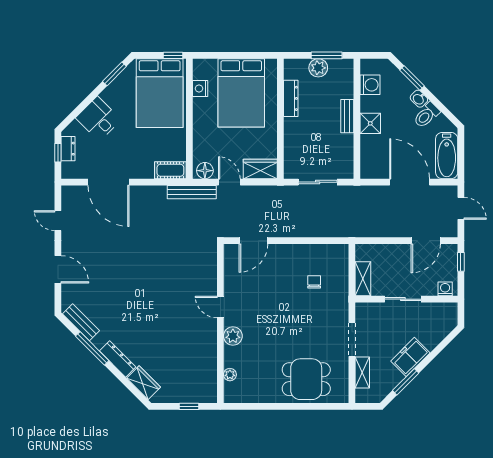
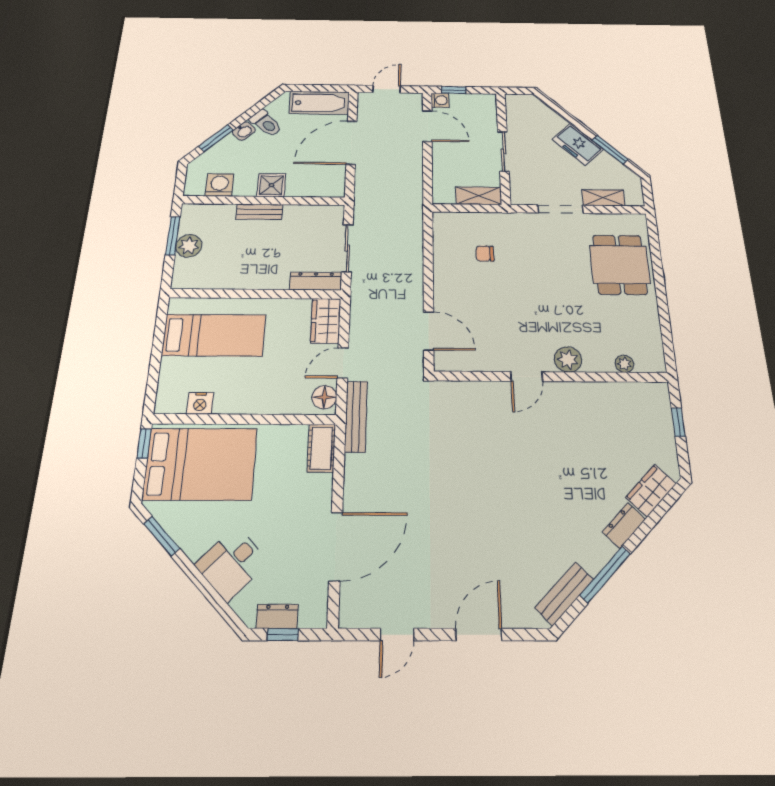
bed: (241, 93) -> (214, 335), width x0.67
dresser: (291, 98) -> (316, 281), moved
washing machine: (445, 289) -> (440, 100), moved, turned 180
dresser: (118, 359) -> (624, 525), width x0.70

